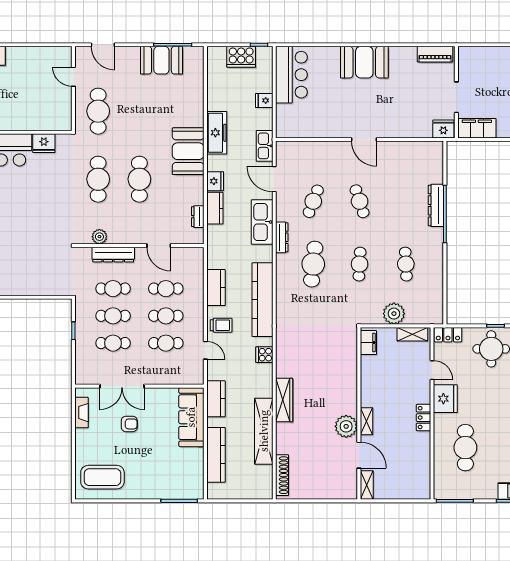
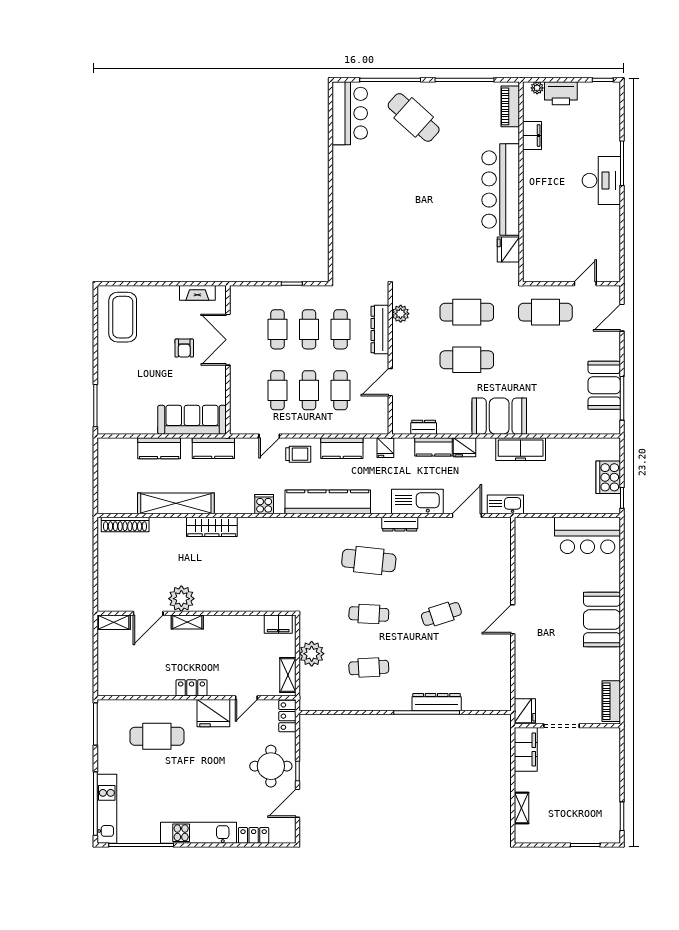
fridge: (264, 100) -> (385, 448), moved, turned 180
cafe table: (313, 201) -> (441, 561), removed
trolley: (221, 325) -> (298, 454), turned -90
kitchen counter: (216, 455) -> (159, 448), width x0.67

